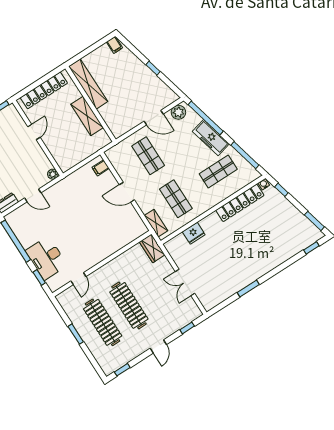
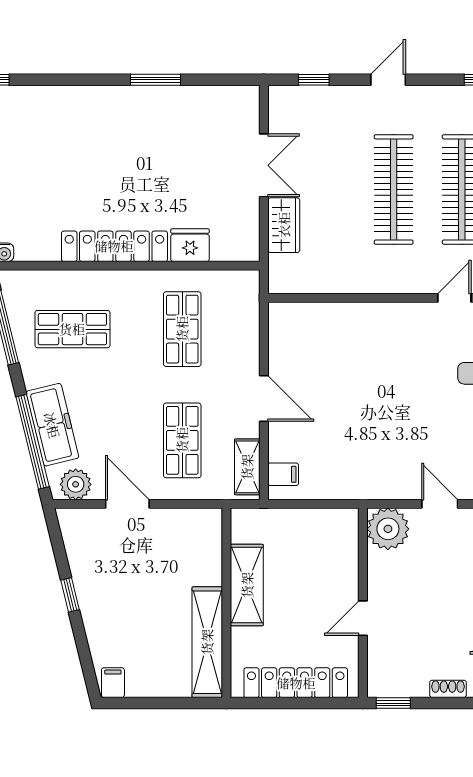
freezer: (211, 138) -> (52, 425), moved
plant: (53, 174) -> (388, 529), width x1.87, depth x1.87
locker: (240, 203) -> (114, 246), moved
shelving: (156, 223) -> (247, 467), moved
wardrobe: (152, 248) -> (284, 225), moved

